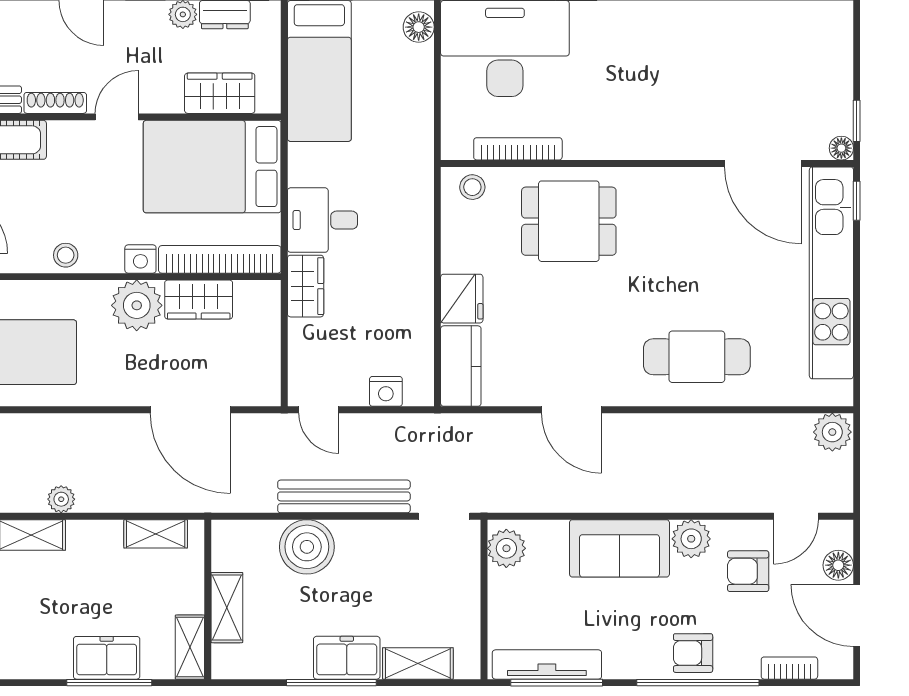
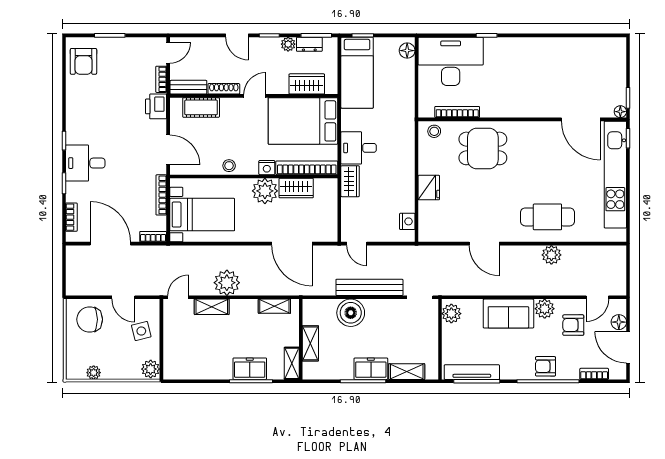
kitchen counter: (461, 366) -> (428, 222), removed
nightstand: (386, 391) -> (407, 221), moved, turned -90
plant: (832, 432) -> (551, 255), moved
plant: (61, 499) -> (227, 283), width x1.87, depth x1.87

